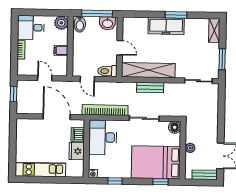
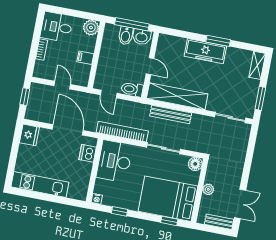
bidet: (80, 24) -> (126, 36), moved
bench: (150, 87) -> (171, 114), width x1.36
fridge: (77, 151) -> (29, 135), moved, turned 180

